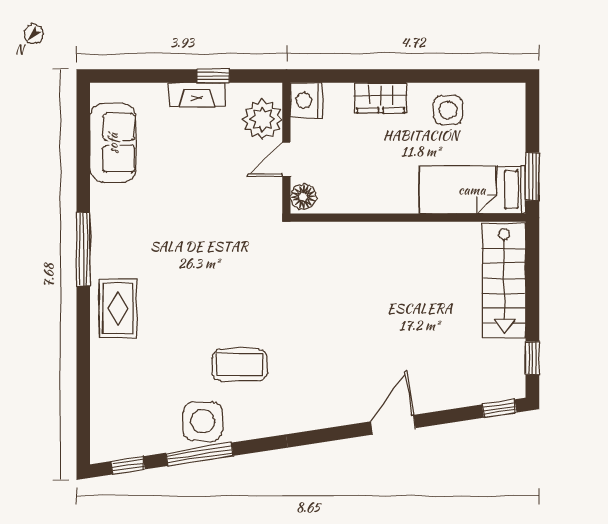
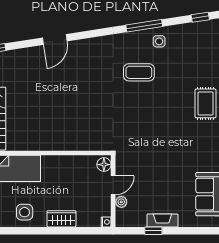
nightstand: (306, 100) -> (106, 222), width x0.53, depth x0.56
plant: (262, 119) -> (121, 202), width x0.53, depth x0.53
side table: (203, 421) -> (159, 41), width x0.54, depth x0.54
window: (200, 454) -> (144, 26), moved

